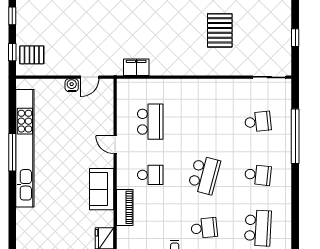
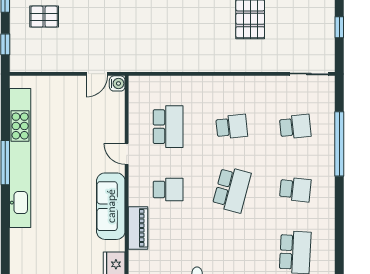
pallet: (32, 55) -> (44, 17), moved
filing cabinet: (136, 67) -> (152, 62), removed
water cooler: (72, 85) -> (117, 83), moved, turned 90
sofa: (102, 189) -> (111, 206), width x1.36
school desk: (204, 228) -> (232, 127), moved

